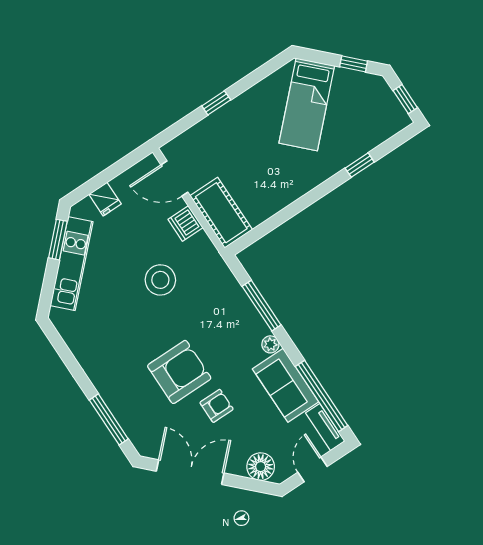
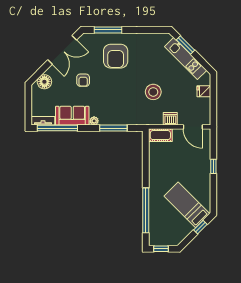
window: (354, 64) -> (200, 227), moved
window: (360, 165) -> (146, 210), width x3.17
door: (174, 179) -> (193, 127), swing flipped
cot: (221, 213) -> (160, 135), width x0.73, depth x0.75
window: (58, 240) -> (185, 45), moved
armchair: (179, 372) -> (116, 56), moved
door: (313, 469) -> (28, 103), removed

